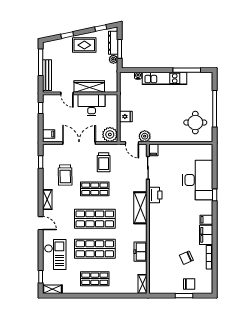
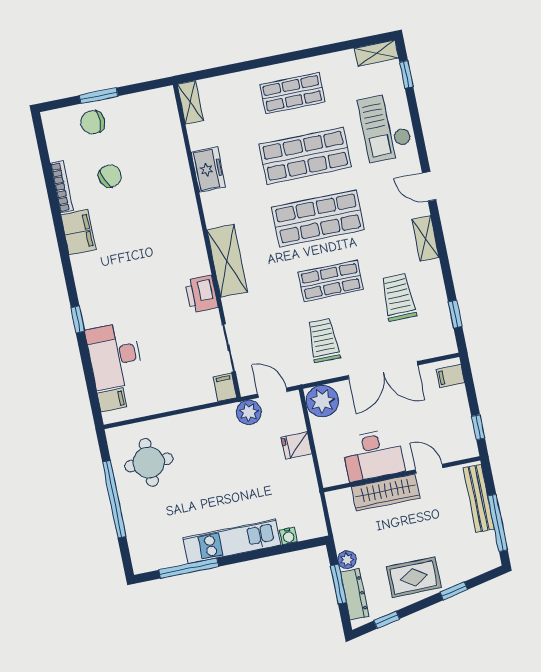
desk: (198, 180) -> (114, 356), width x0.73, depth x0.77
filing cabinet: (206, 220) -> (112, 400), moved

